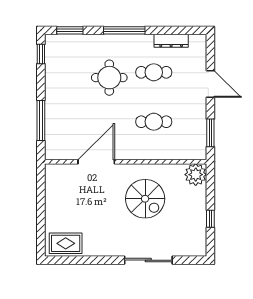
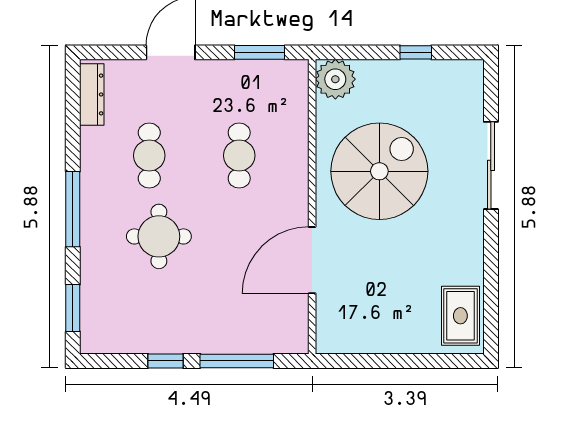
dresser: (171, 41) -> (92, 94), moved
window: (41, 54) -> (166, 361), moved
door: (96, 162) -> (312, 260), hinge flipped
spiral stairs: (145, 199) -> (379, 171), width x1.37, depth x1.37

